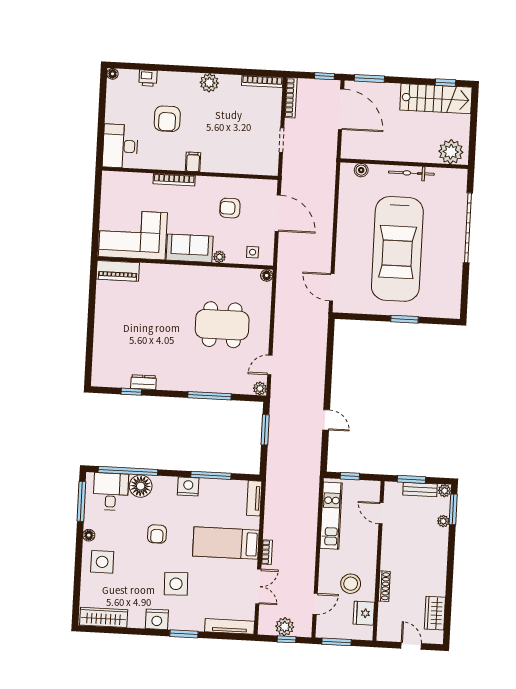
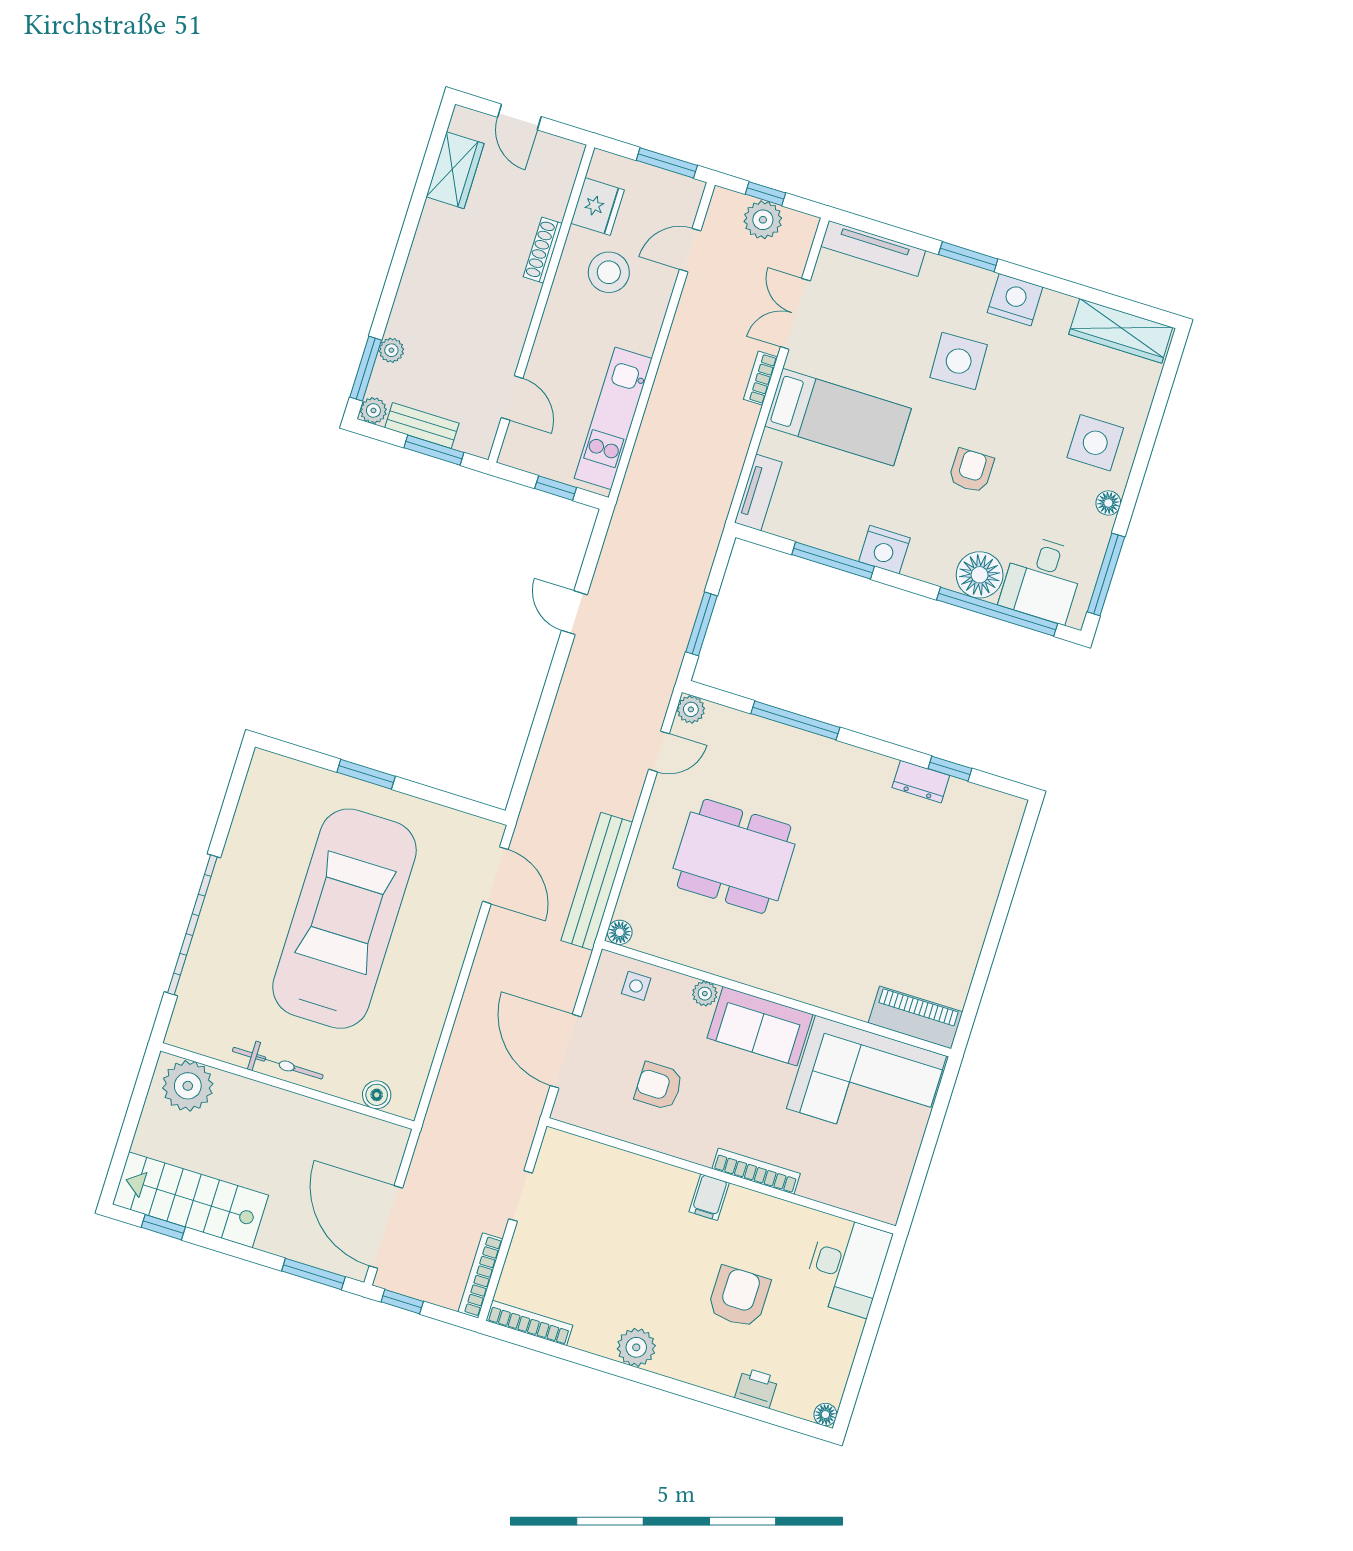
armchair: (230, 208) -> (659, 1086), turned 180
bench: (283, 297) -> (597, 881), added

